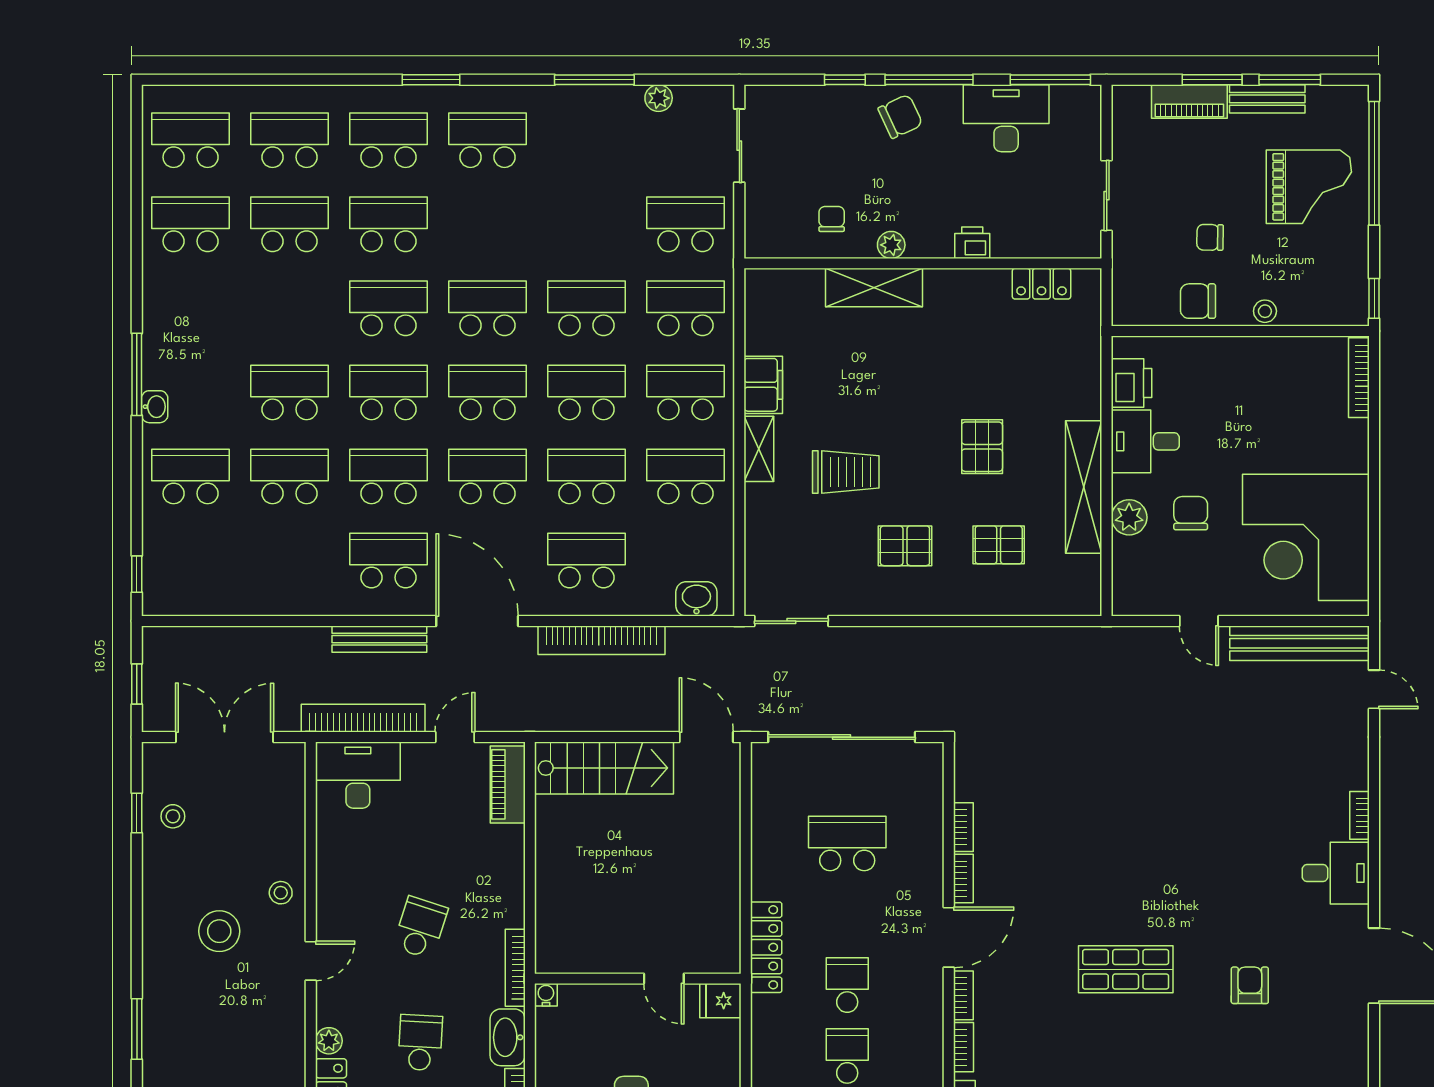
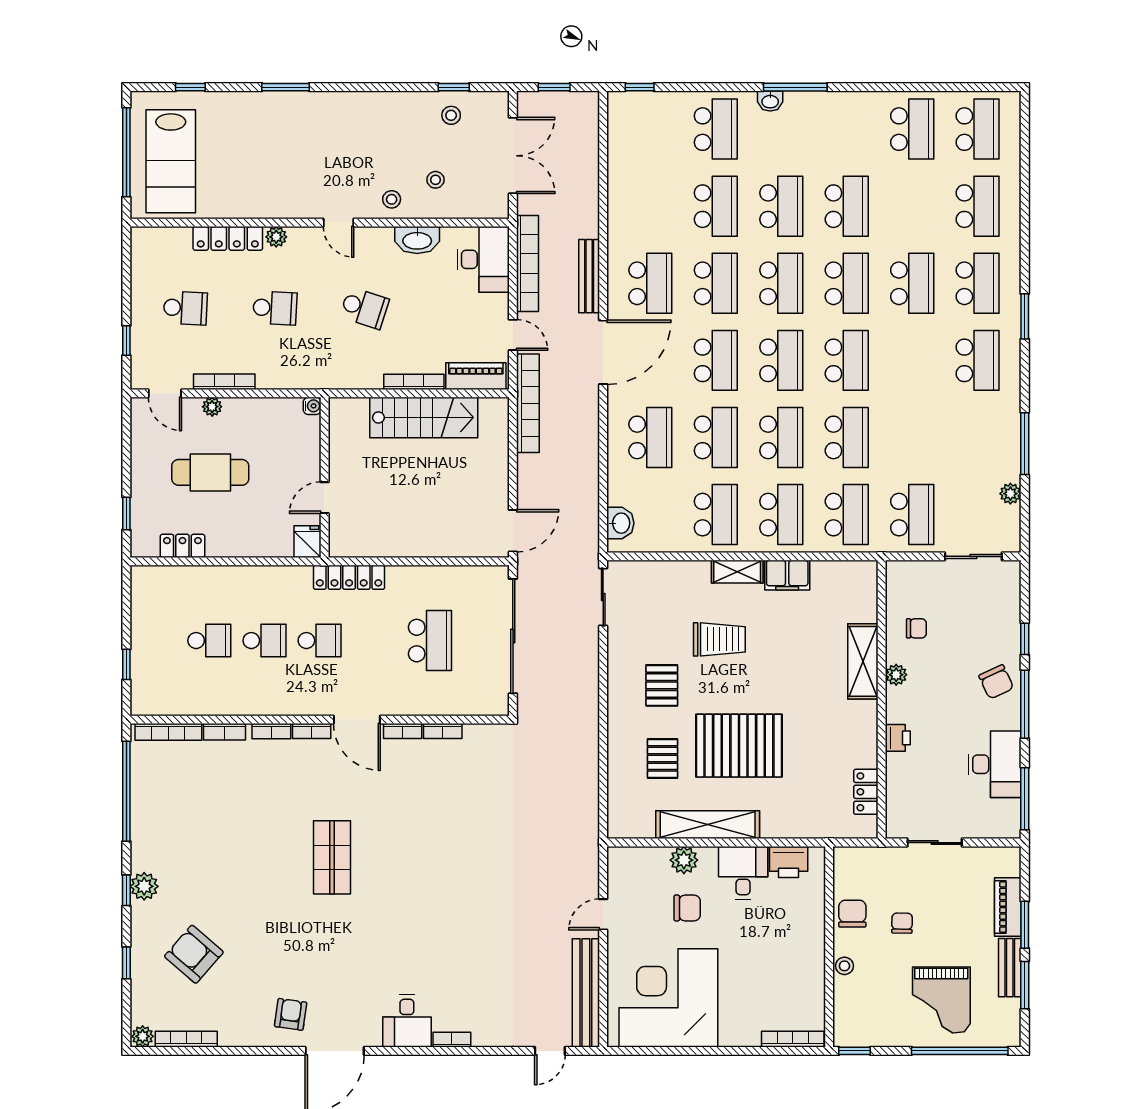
school desk: (290, 224) -> (847, 206), moved
pallet: (982, 447) -> (739, 746), width x2.05, depth x2.00
trolley: (846, 472) -> (719, 639), turned -90
bookcase: (601, 640) -> (528, 403), moved, turned 180
stairs: (604, 768) -> (424, 417), moved, turned -90
stool: (219, 931) -> (436, 180), moved, width x0.53, depth x0.53
bookcase: (515, 968) -> (414, 382), moved
armchair: (1250, 985) -> (291, 1014), moved, turned -82
washbasin: (508, 1037) -> (417, 240), moved, turned 180

